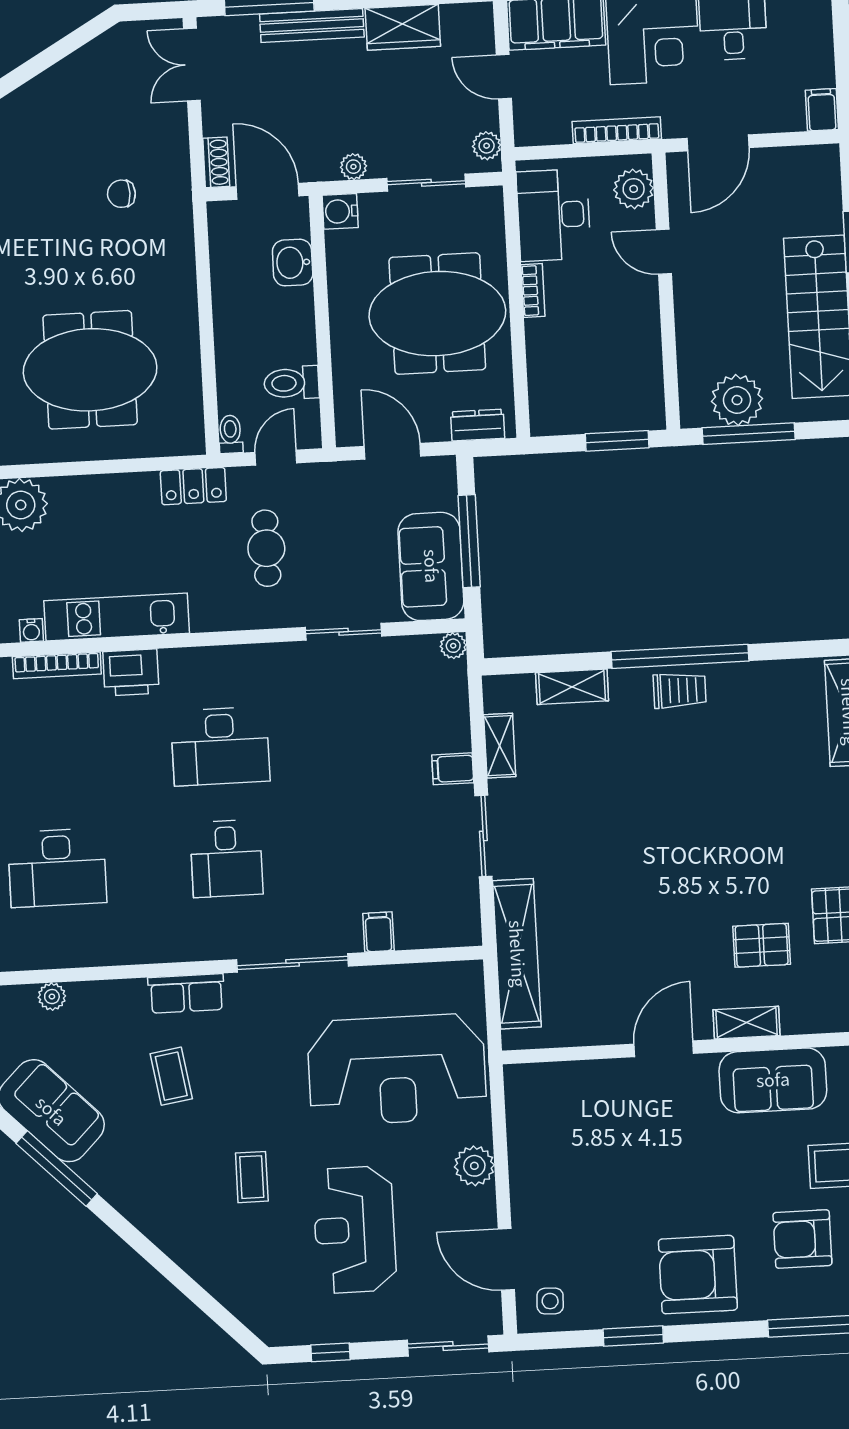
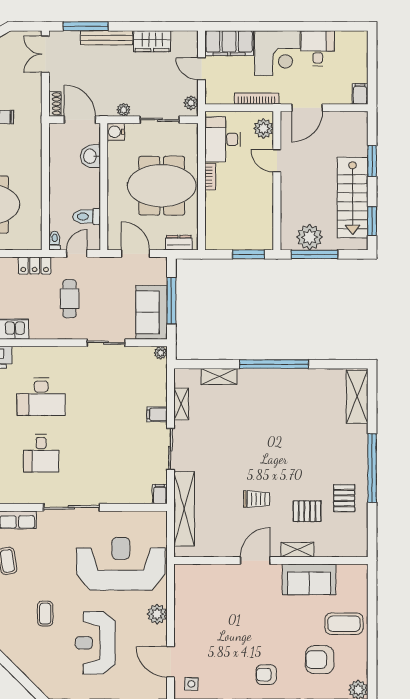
trolley: (680, 690) -> (257, 499), moved
filing cabinet: (378, 932) -> (160, 494), moved
reception desk: (397, 1070) -> (121, 564), turned 180
armchair: (698, 1275) -> (266, 675), width x0.53, depth x0.53

